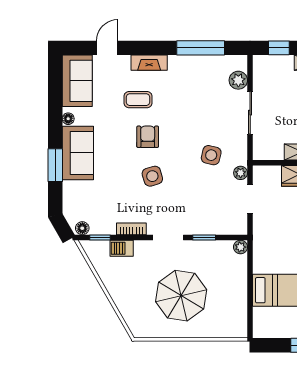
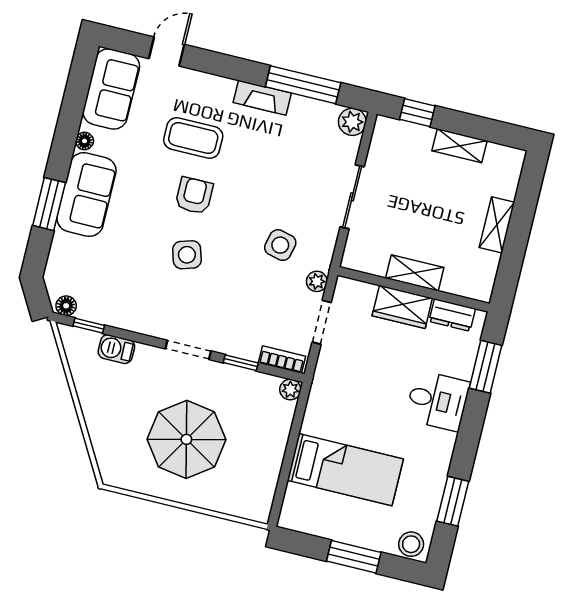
fireplace: (149, 63) -> (262, 98), moved
plant: (238, 80) -> (352, 122), moved
coffee table: (138, 100) -> (193, 138), width x1.36, depth x1.30
bookcase: (131, 229) -> (282, 359), moved

